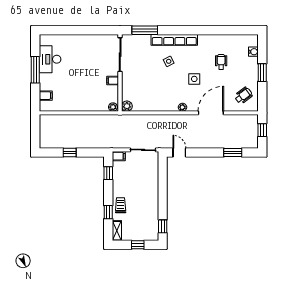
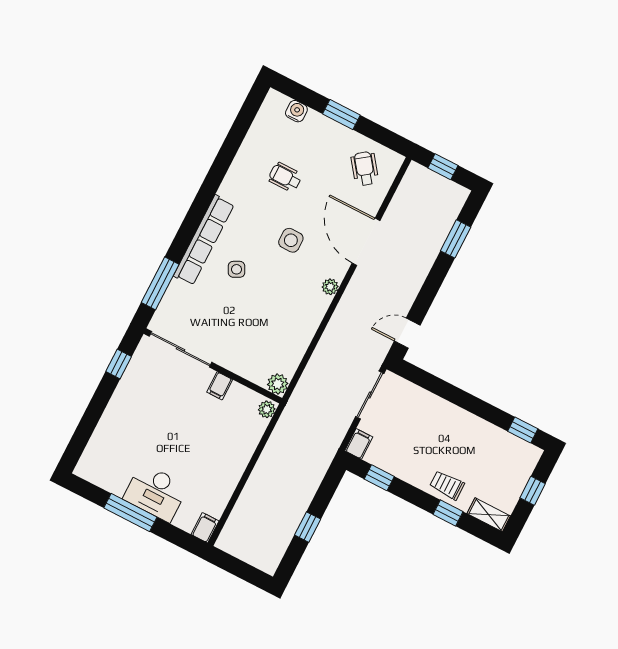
window: (99, 30) -> (119, 364), added
desk: (50, 59) -> (156, 493), moved
filing cabinet: (46, 96) -> (205, 528), moved

